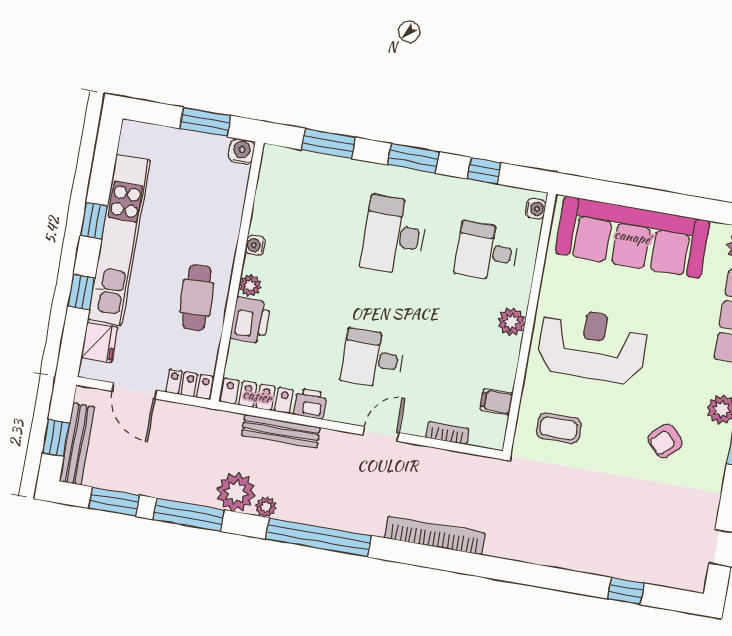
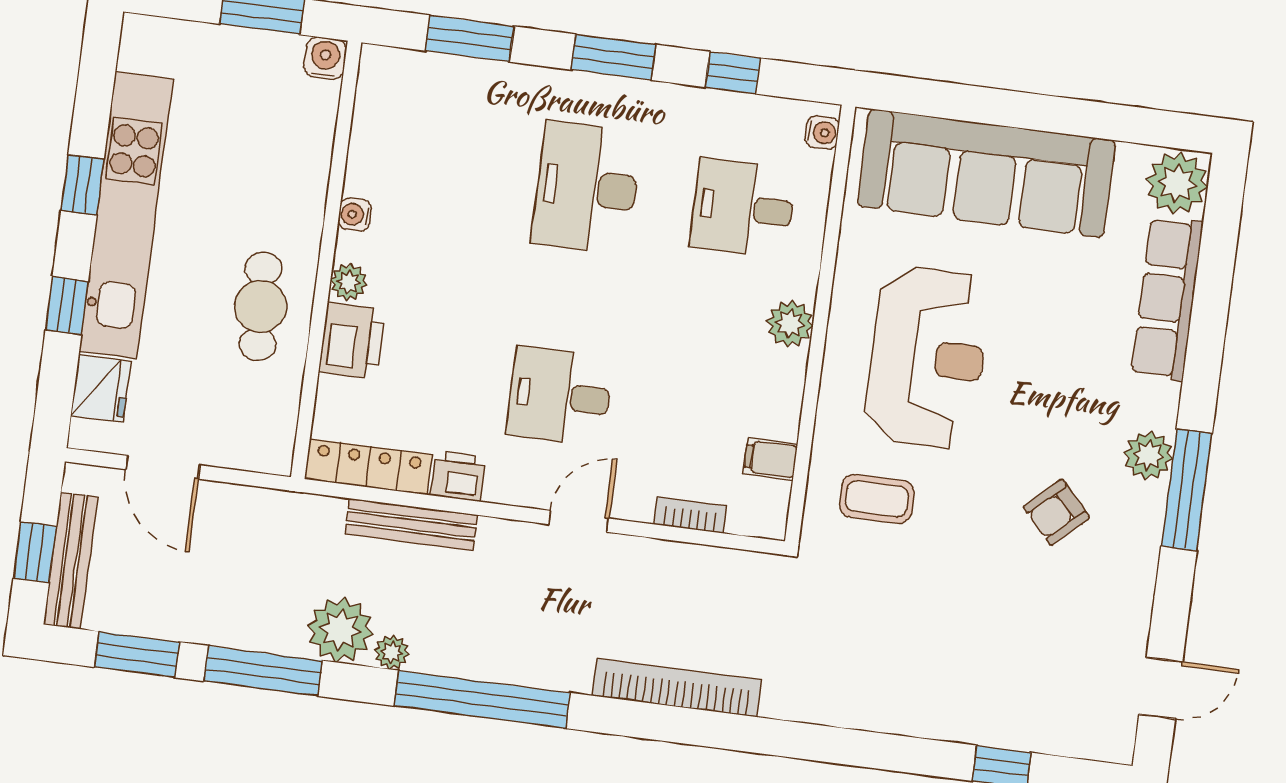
reception desk: (592, 345) -> (927, 358), turned 90
locker: (189, 384) -> (255, 452), removed

